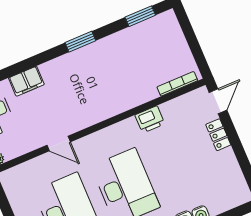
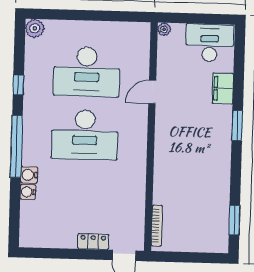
window: (80, 42) -> (237, 126), moved
printer: (150, 119) -> (136, 185), removed

